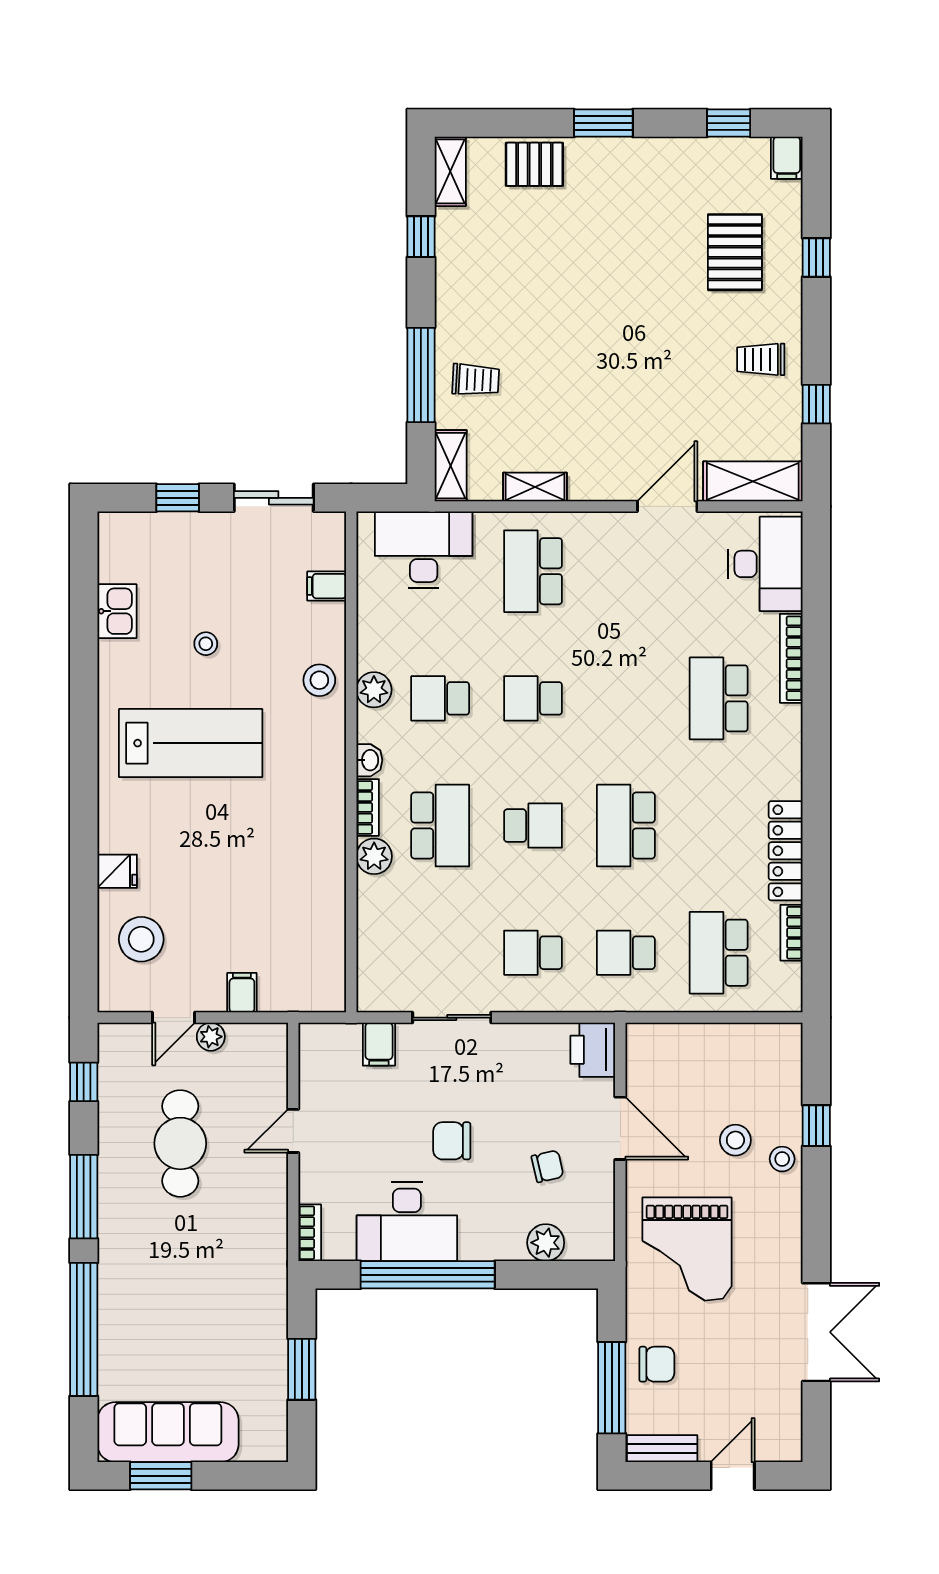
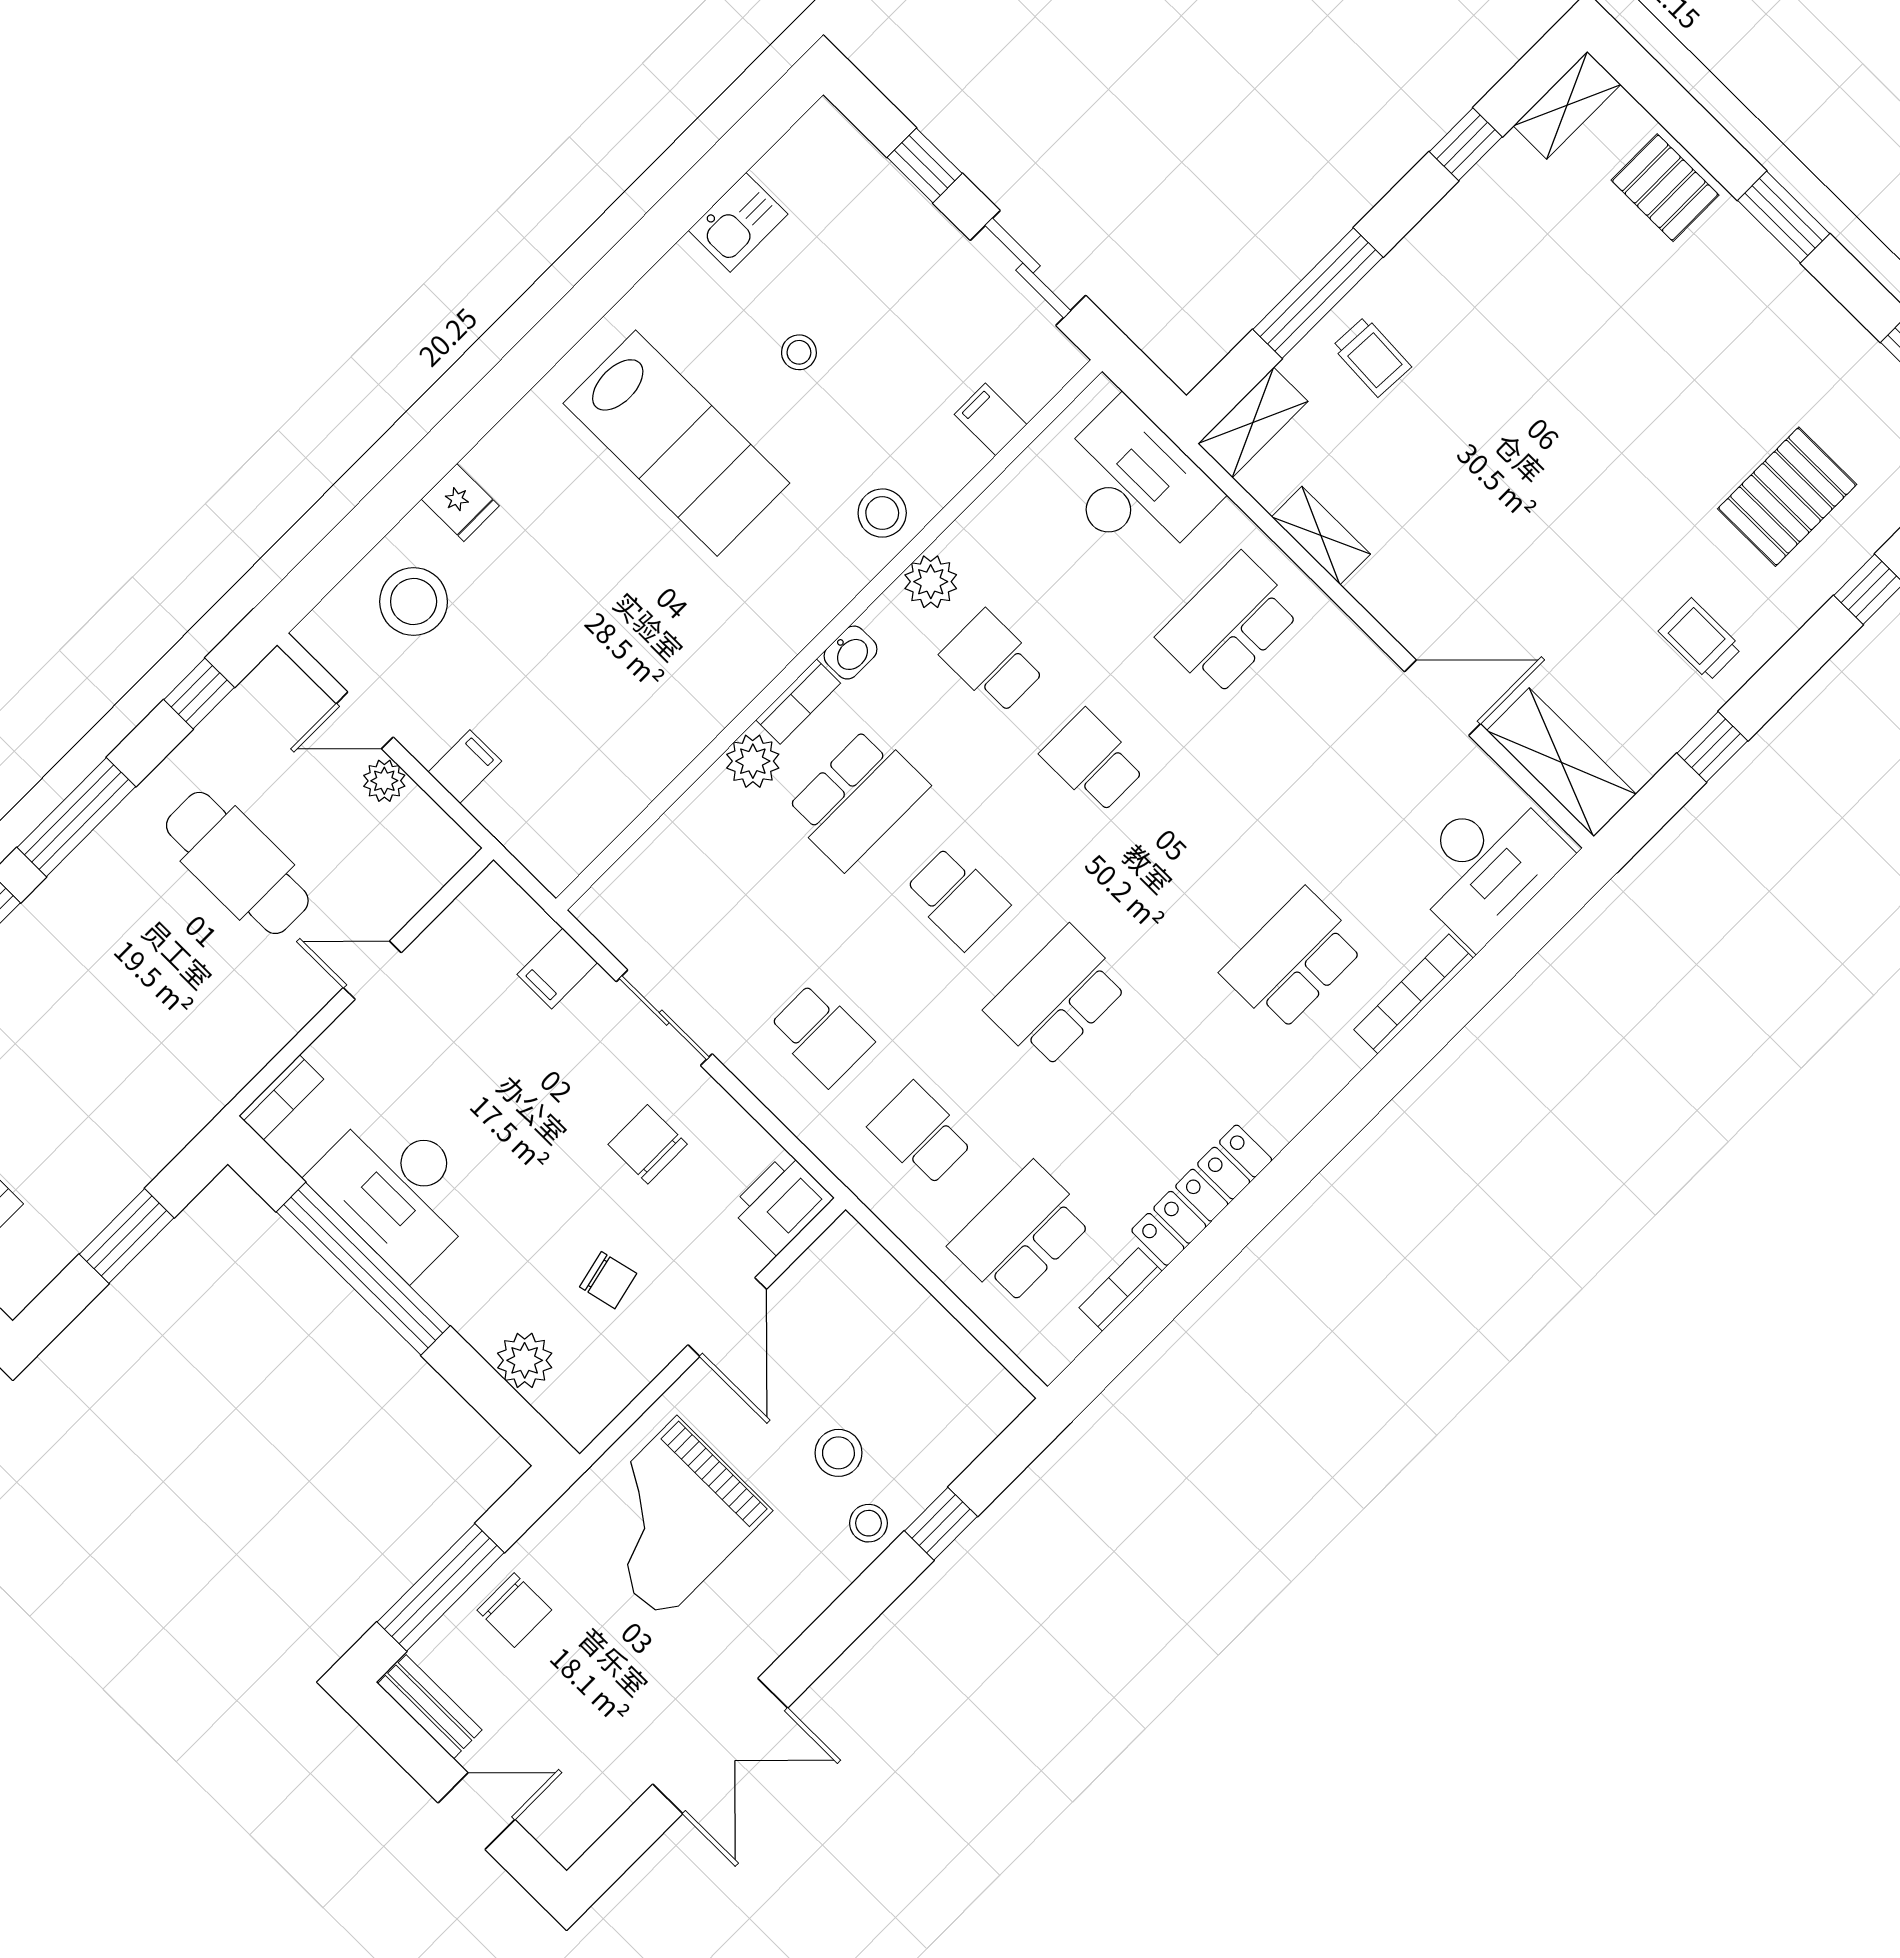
school desk: (533, 953) -> (821, 1035), turned 180
chair: (452, 1141) -> (648, 1144), moved
cafe table: (180, 1143) -> (237, 863), turned 90

